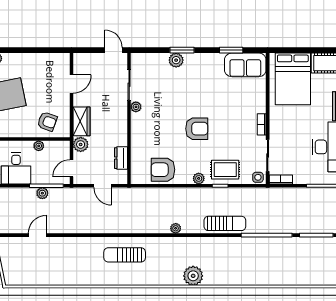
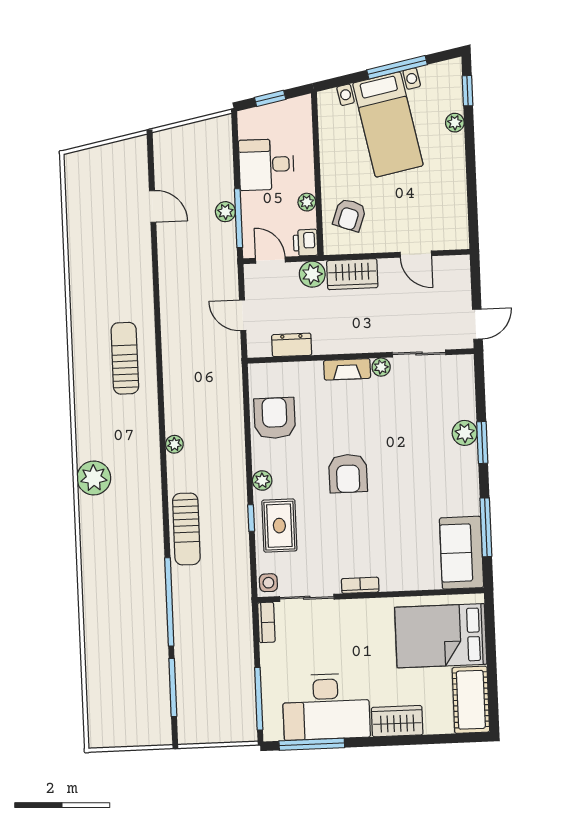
window: (231, 50) -> (486, 527), width x1.44
fireplace: (136, 127) -> (347, 369), added
printer: (62, 148) -> (305, 243), added
door: (103, 186) -> (243, 315), hinge flipped

